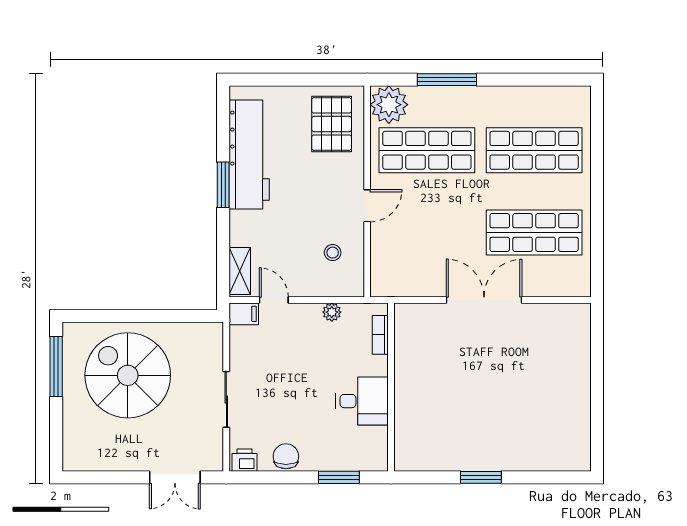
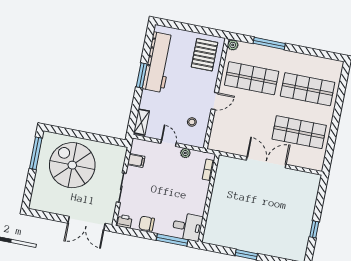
plant: (389, 105) -> (233, 45), width x0.53, depth x0.53
door: (274, 300) -> (168, 143), moved
filing cabinet: (244, 314) -> (136, 160), moved
desk: (362, 401) -> (187, 227), moved
window: (597, 406) -> (314, 229), added
chair: (286, 456) -> (147, 224), turned -90
double door: (175, 477) -> (86, 223), width x1.37
window: (339, 477) -> (172, 240), width x1.44

